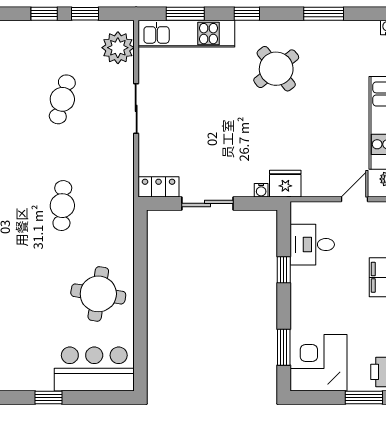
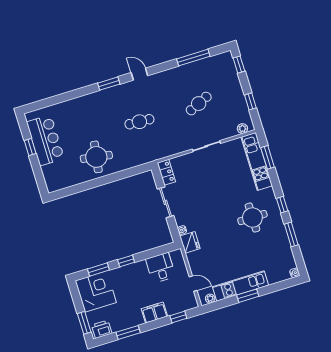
window: (44, 14) -> (239, 65), moved
window: (247, 14) -> (282, 205), moved
plant: (118, 48) -> (242, 129), width x0.53, depth x0.53
round table: (276, 69) -> (252, 218), turned 38
cafe table: (62, 99) -> (199, 104), turned -39
window: (284, 270) -> (126, 261), moved
bar counter: (94, 369) -> (45, 140), moved

